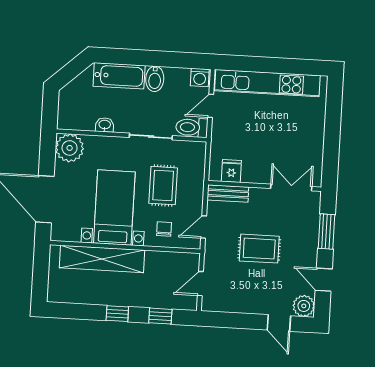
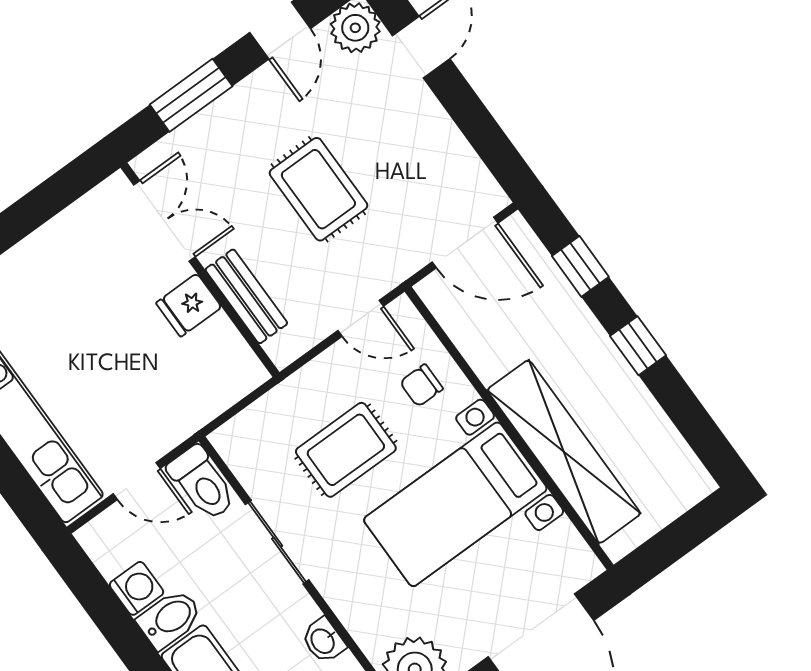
washing machine: (200, 77) -> (137, 588), moved
fridge: (231, 171) -> (189, 305), moved
double door: (291, 188) -> (164, 221), swing flipped
bench: (228, 194) -> (246, 296), moved
door: (200, 284) -> (465, 243), width x1.38

